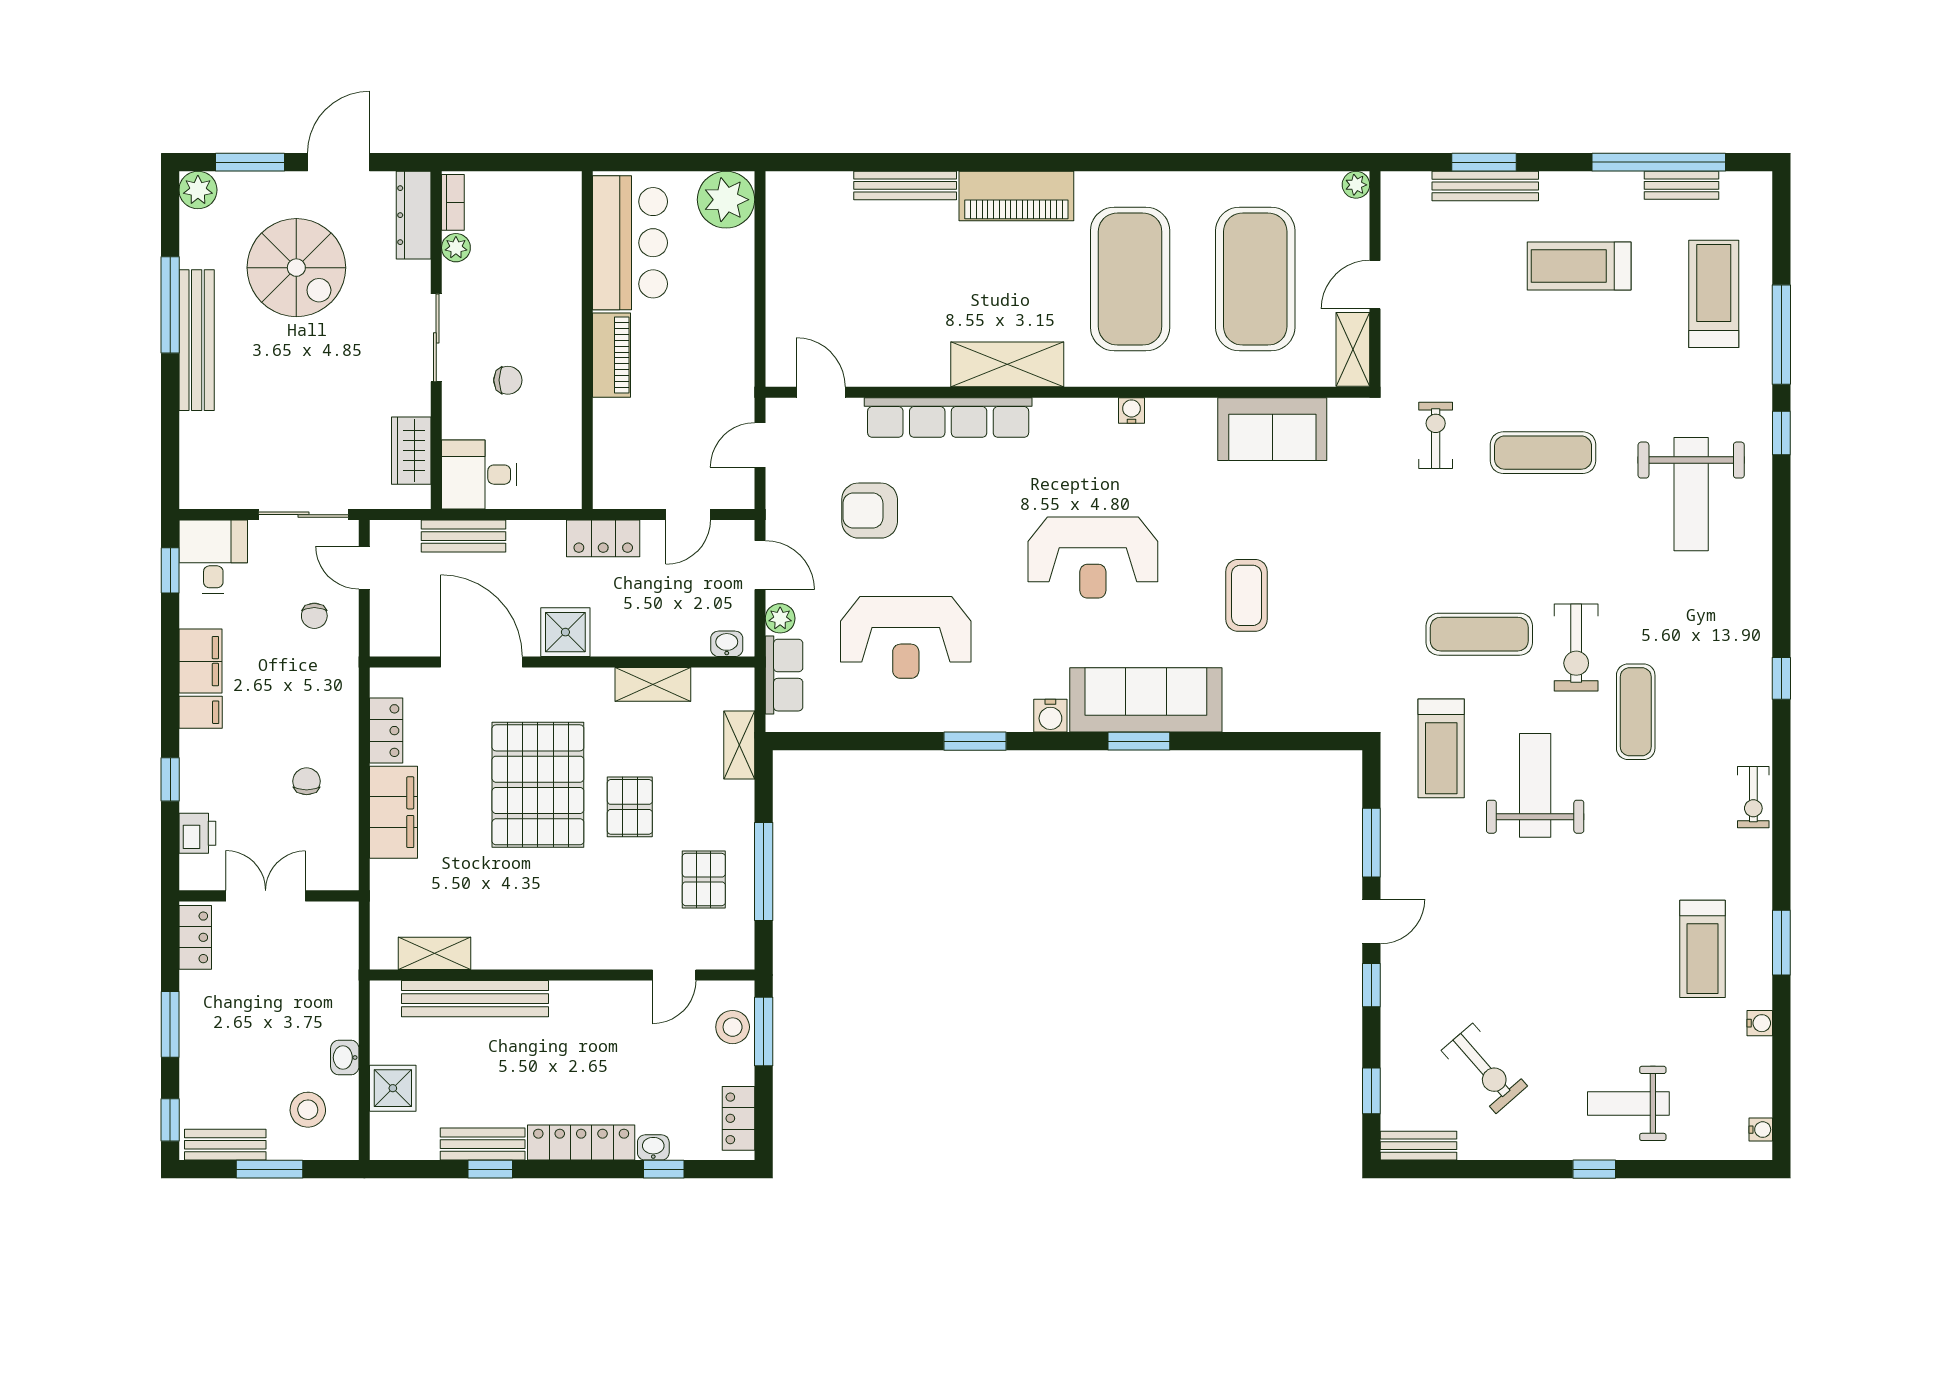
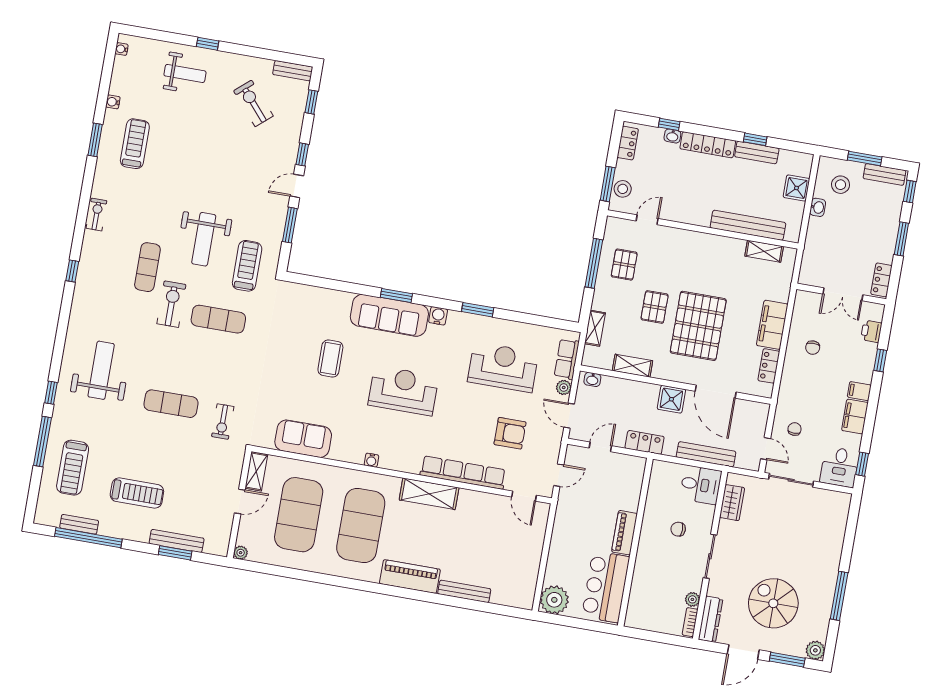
bench: (197, 340) -> (829, 576), removed
bench: (463, 536) -> (706, 454), width x1.36

